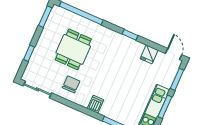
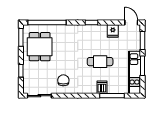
dining table: (73, 49) -> (40, 47), moved
cafe table: (120, 82) -> (100, 62), added
dishwasher: (95, 104) -> (102, 87), moved

